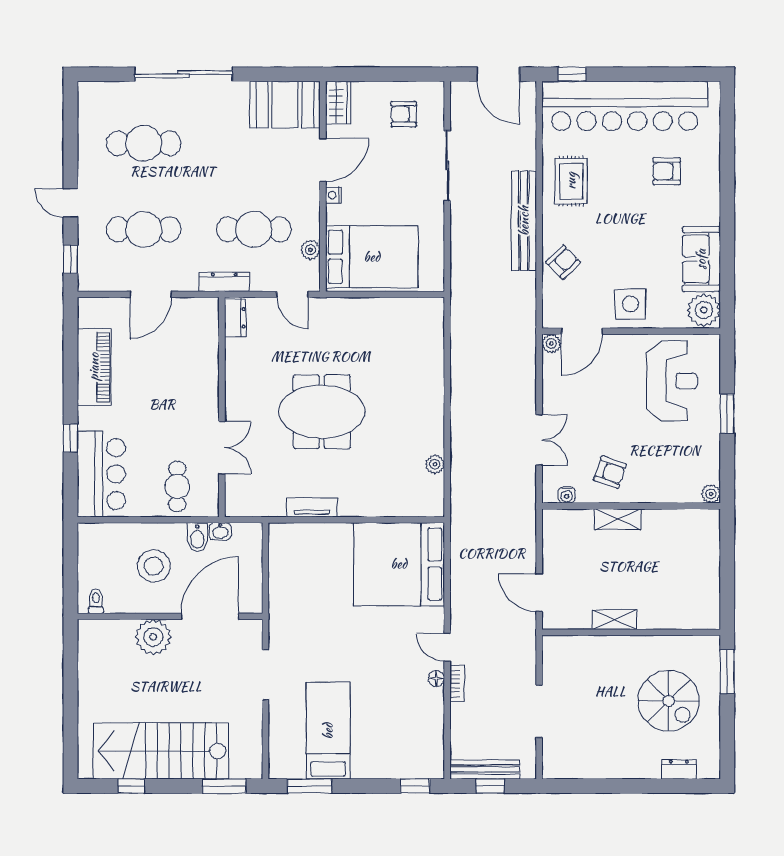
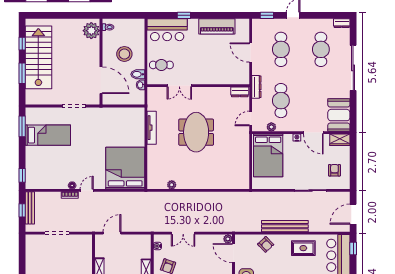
dresser: (87, 99) -> (342, 23), added
tv unit: (312, 507) -> (152, 128), width x1.41
plant: (153, 637) -> (91, 31), moved
window: (224, 786) -> (22, 73), moved

